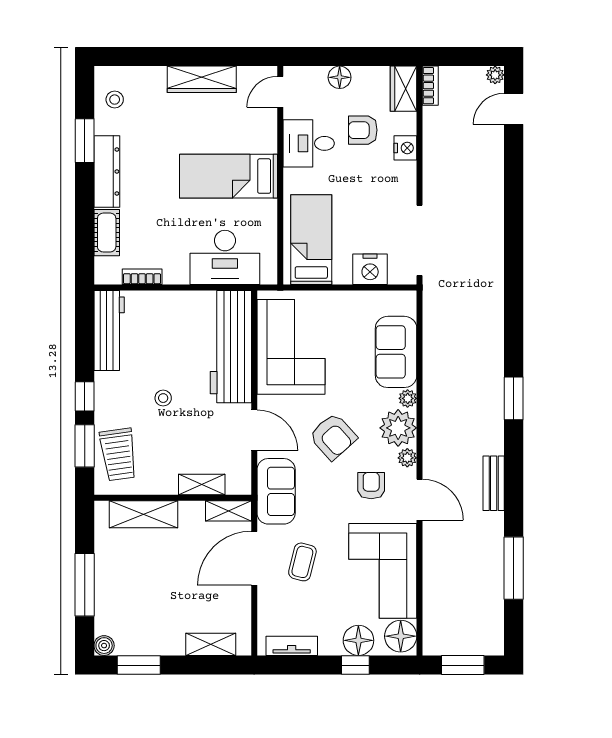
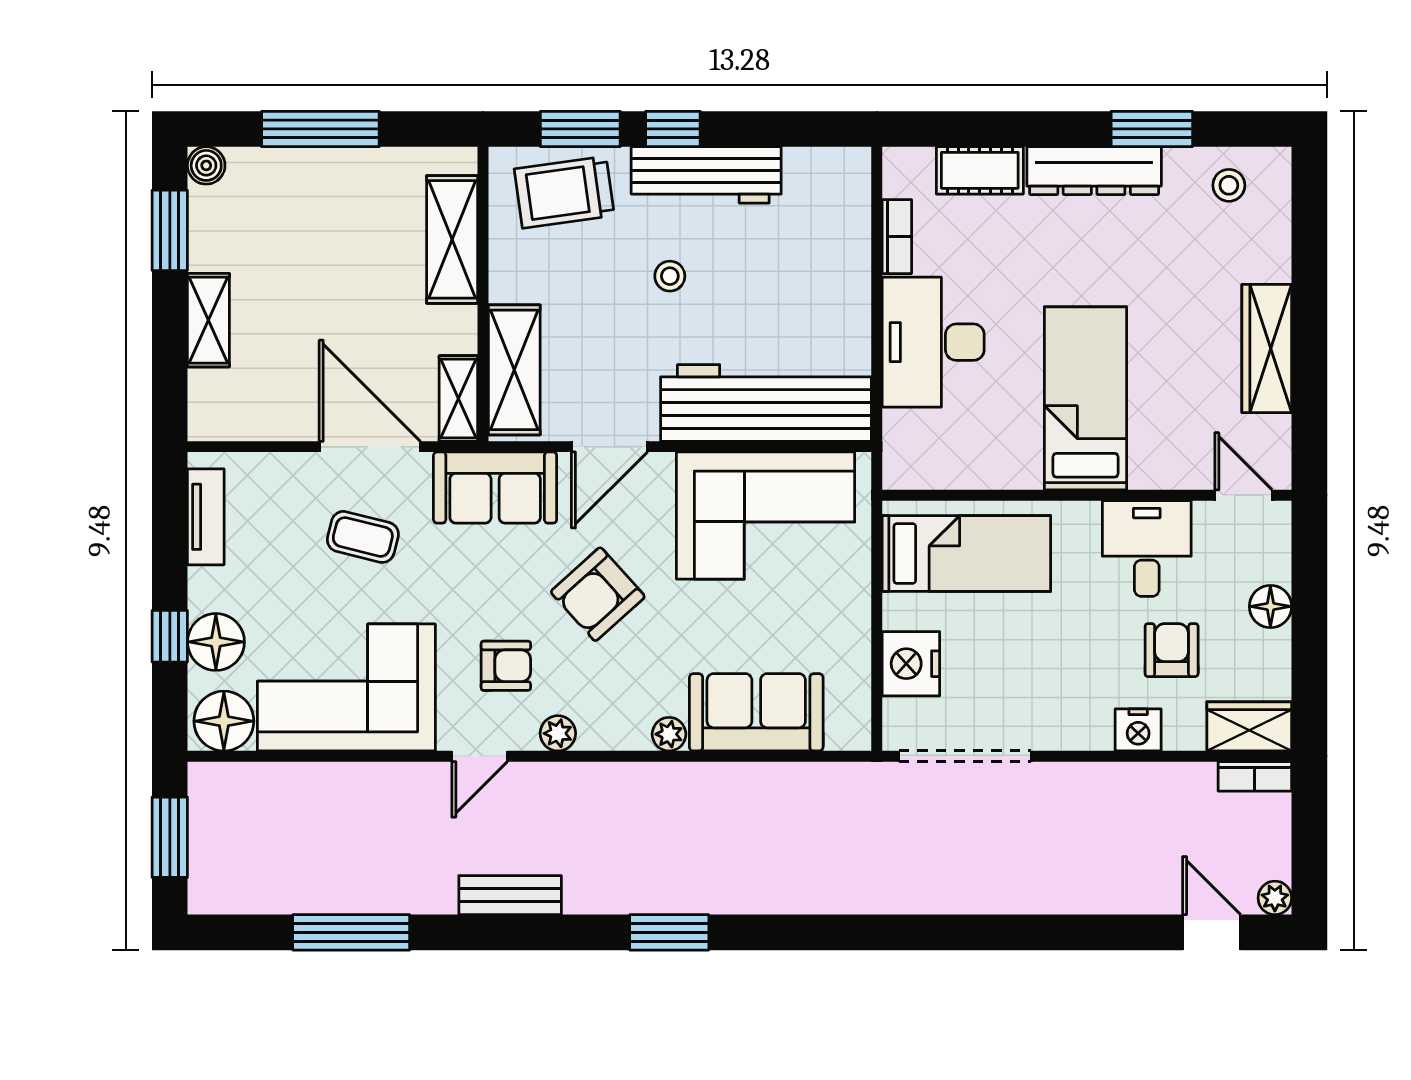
desk: (225, 257) -> (933, 342), moved
workbench: (109, 330) -> (706, 175), moved
plant: (398, 428) -> (614, 716), removed
shelving: (202, 485) -> (514, 370), width x1.50, depth x1.33
door: (420, 500) -> (480, 756), width x0.73
shelving: (211, 644) -> (208, 320), moved

